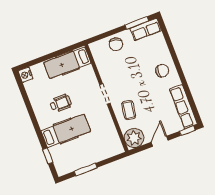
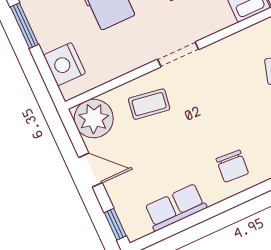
row of seats: (183, 107) -> (175, 207), width x0.68
nightstand: (106, 151) -> (65, 64), added

